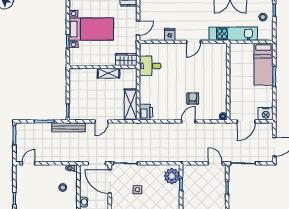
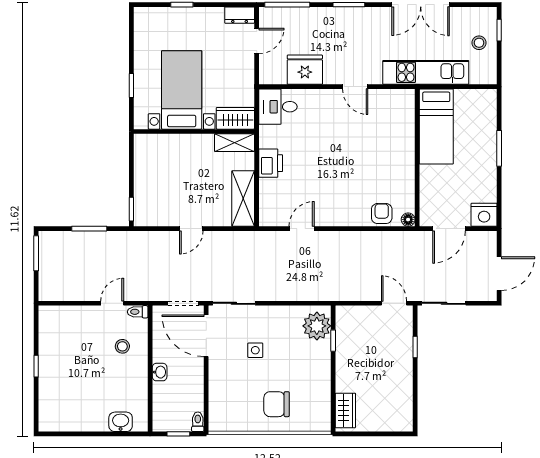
door: (138, 28) -> (257, 41), moved
bed with nightstands: (91, 29) -> (182, 90), moved, turned -90
fridge: (170, 34) -> (305, 70), width x1.88, depth x1.34
door: (193, 42) -> (355, 87), hinge flipped
bed: (263, 64) -> (436, 127), moved
desk: (150, 66) -> (278, 107), moved
shelving: (108, 73) -> (235, 143), moved
armchair: (193, 98) -> (382, 214), moved
printer: (146, 112) -> (271, 163), moved
door: (188, 121) -> (302, 229), moved
bench: (69, 127) -> (133, 239), removed
door: (29, 163) -> (112, 303), moved

